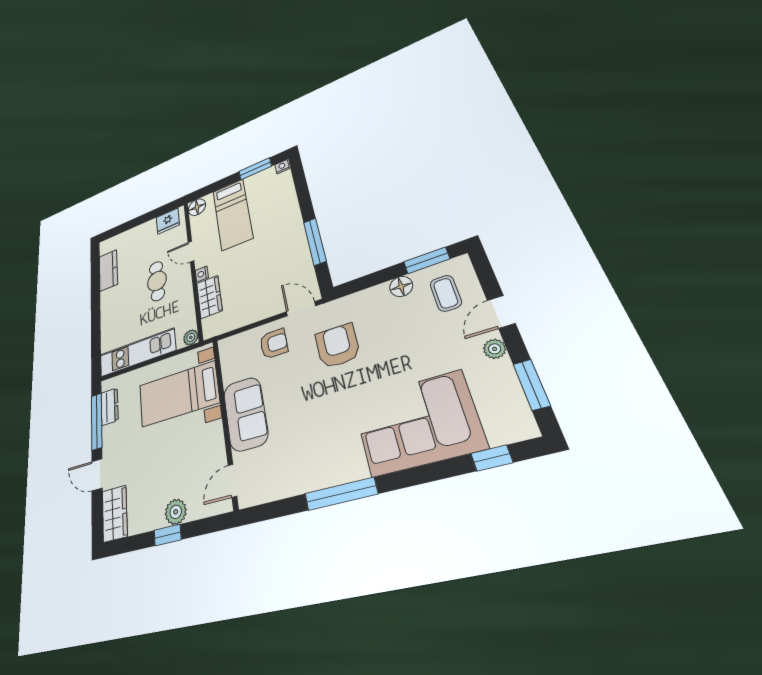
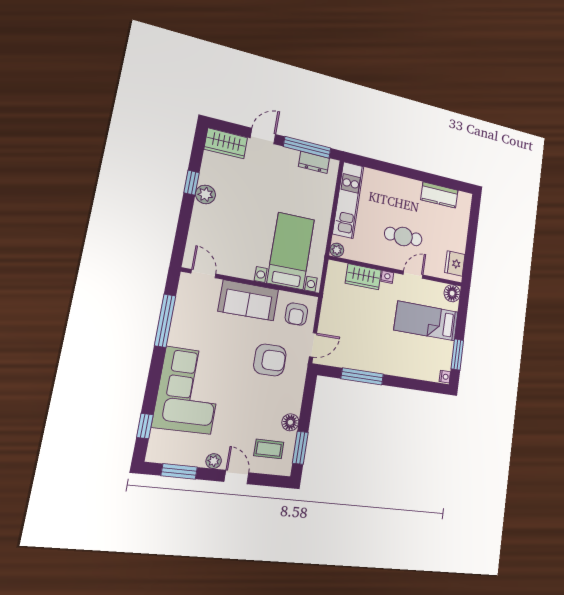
bed with nightstands: (178, 394) -> (291, 251), moved
sofa: (245, 414) -> (248, 300), moved
wall: (225, 420) -> (252, 283), moved
door: (232, 481) -> (203, 274), moved

